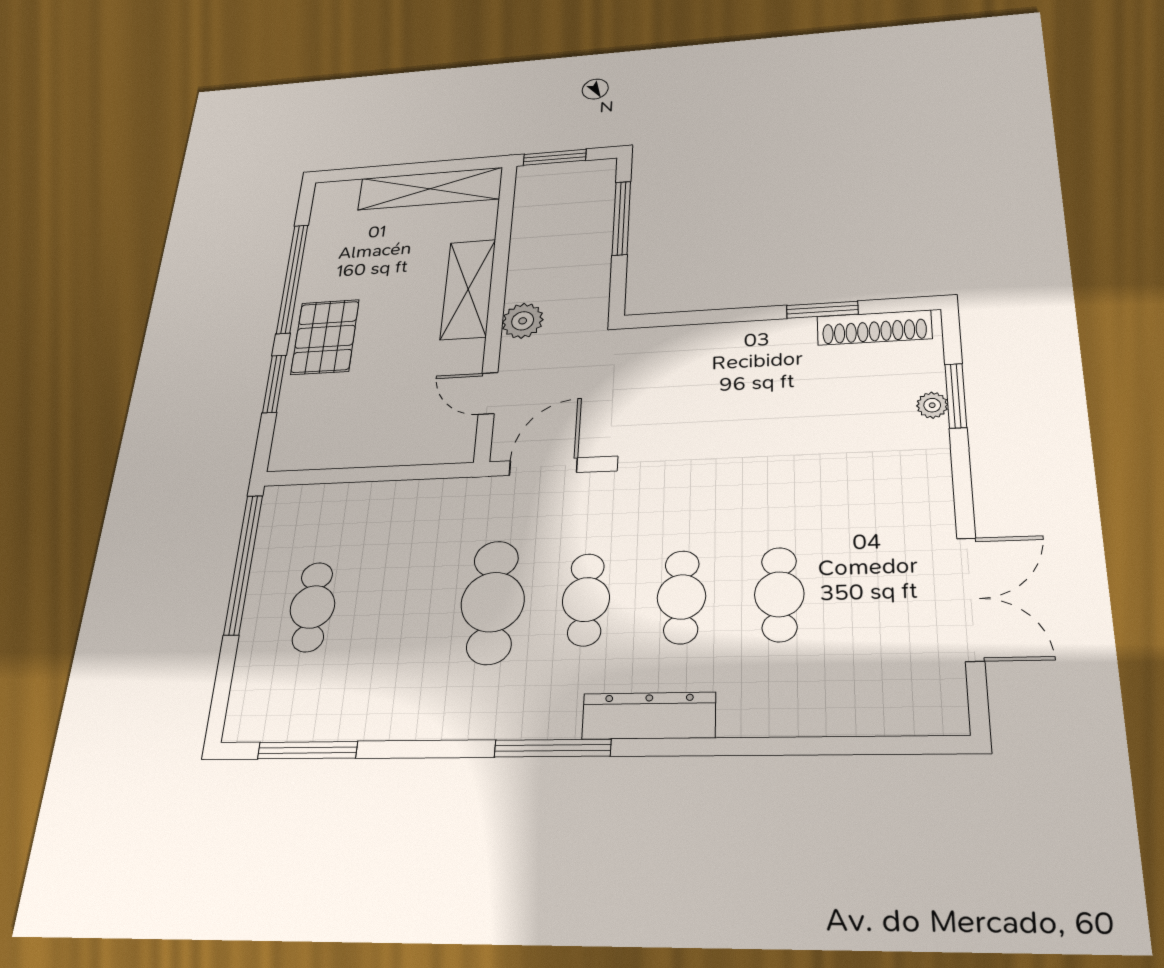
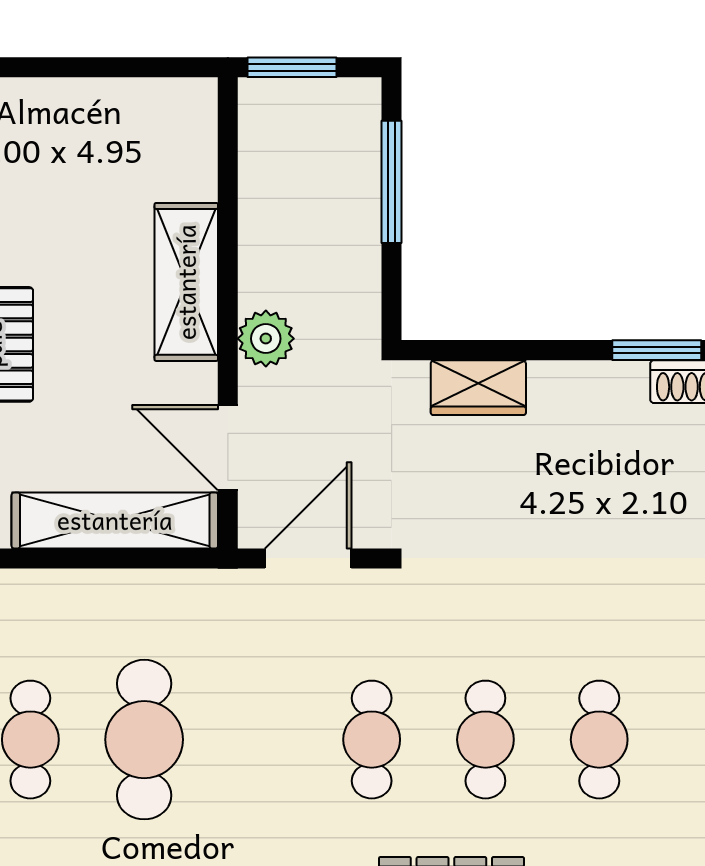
shelving: (430, 189) -> (115, 520), moved
wardrobe: (682, 343) -> (478, 388), added
door: (488, 393) -> (228, 448), width x1.38
cafe table: (493, 602) -> (144, 740), moved

